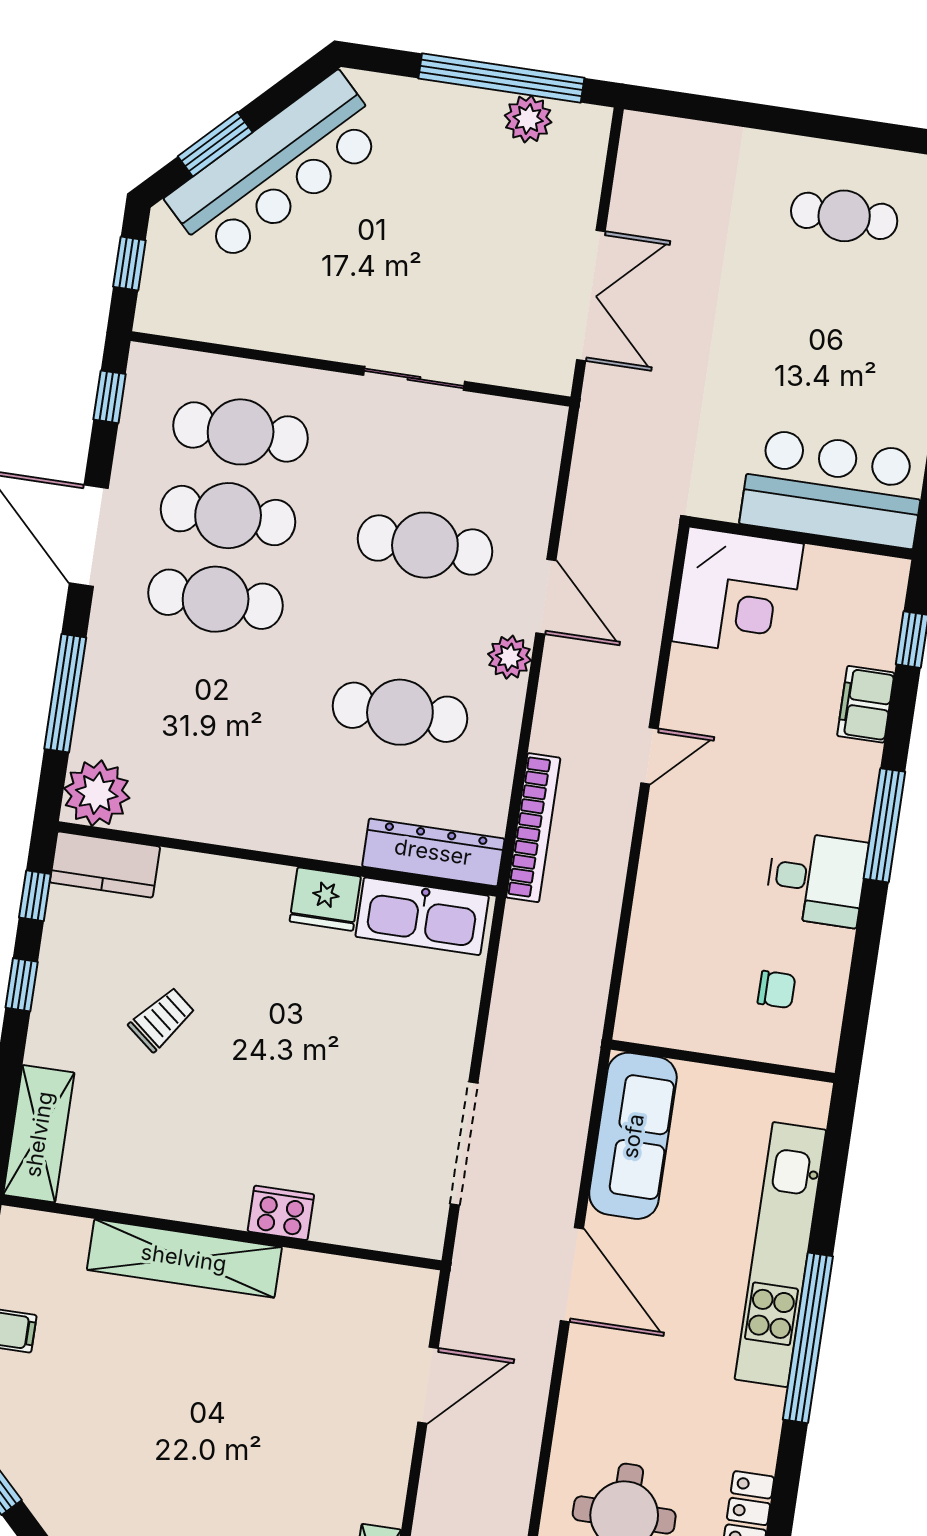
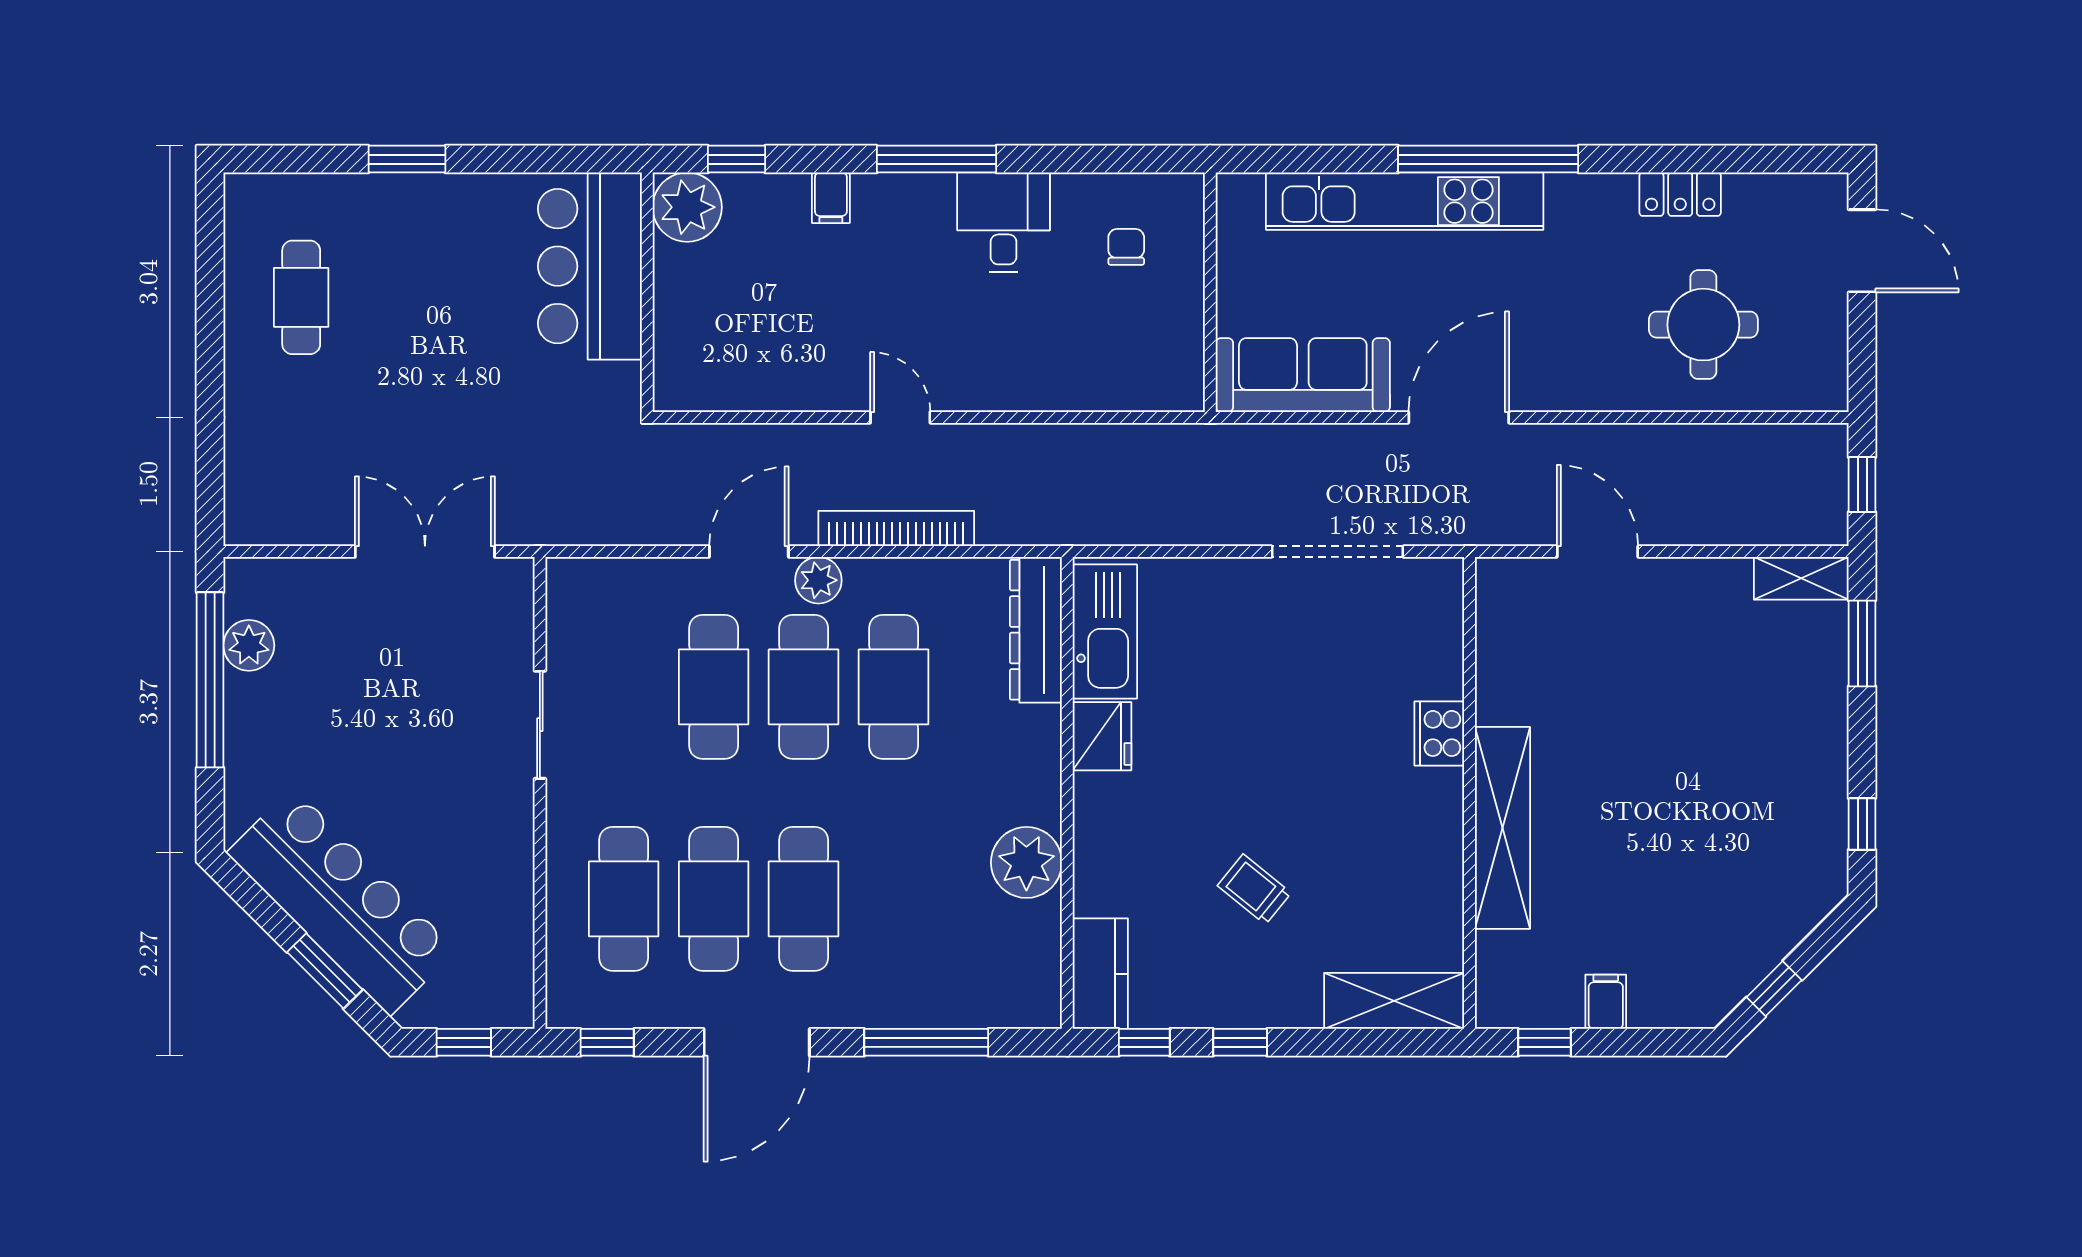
plant: (874, 587) -> (687, 207), added
corner desk: (738, 593) -> (714, 350), removed
cafe table: (412, 629) -> (804, 687), added
filing cabinet: (866, 704) -> (831, 198), width x0.50
plant: (97, 793) -> (1026, 862), moved
bookcase: (533, 828) -> (896, 528), moved

